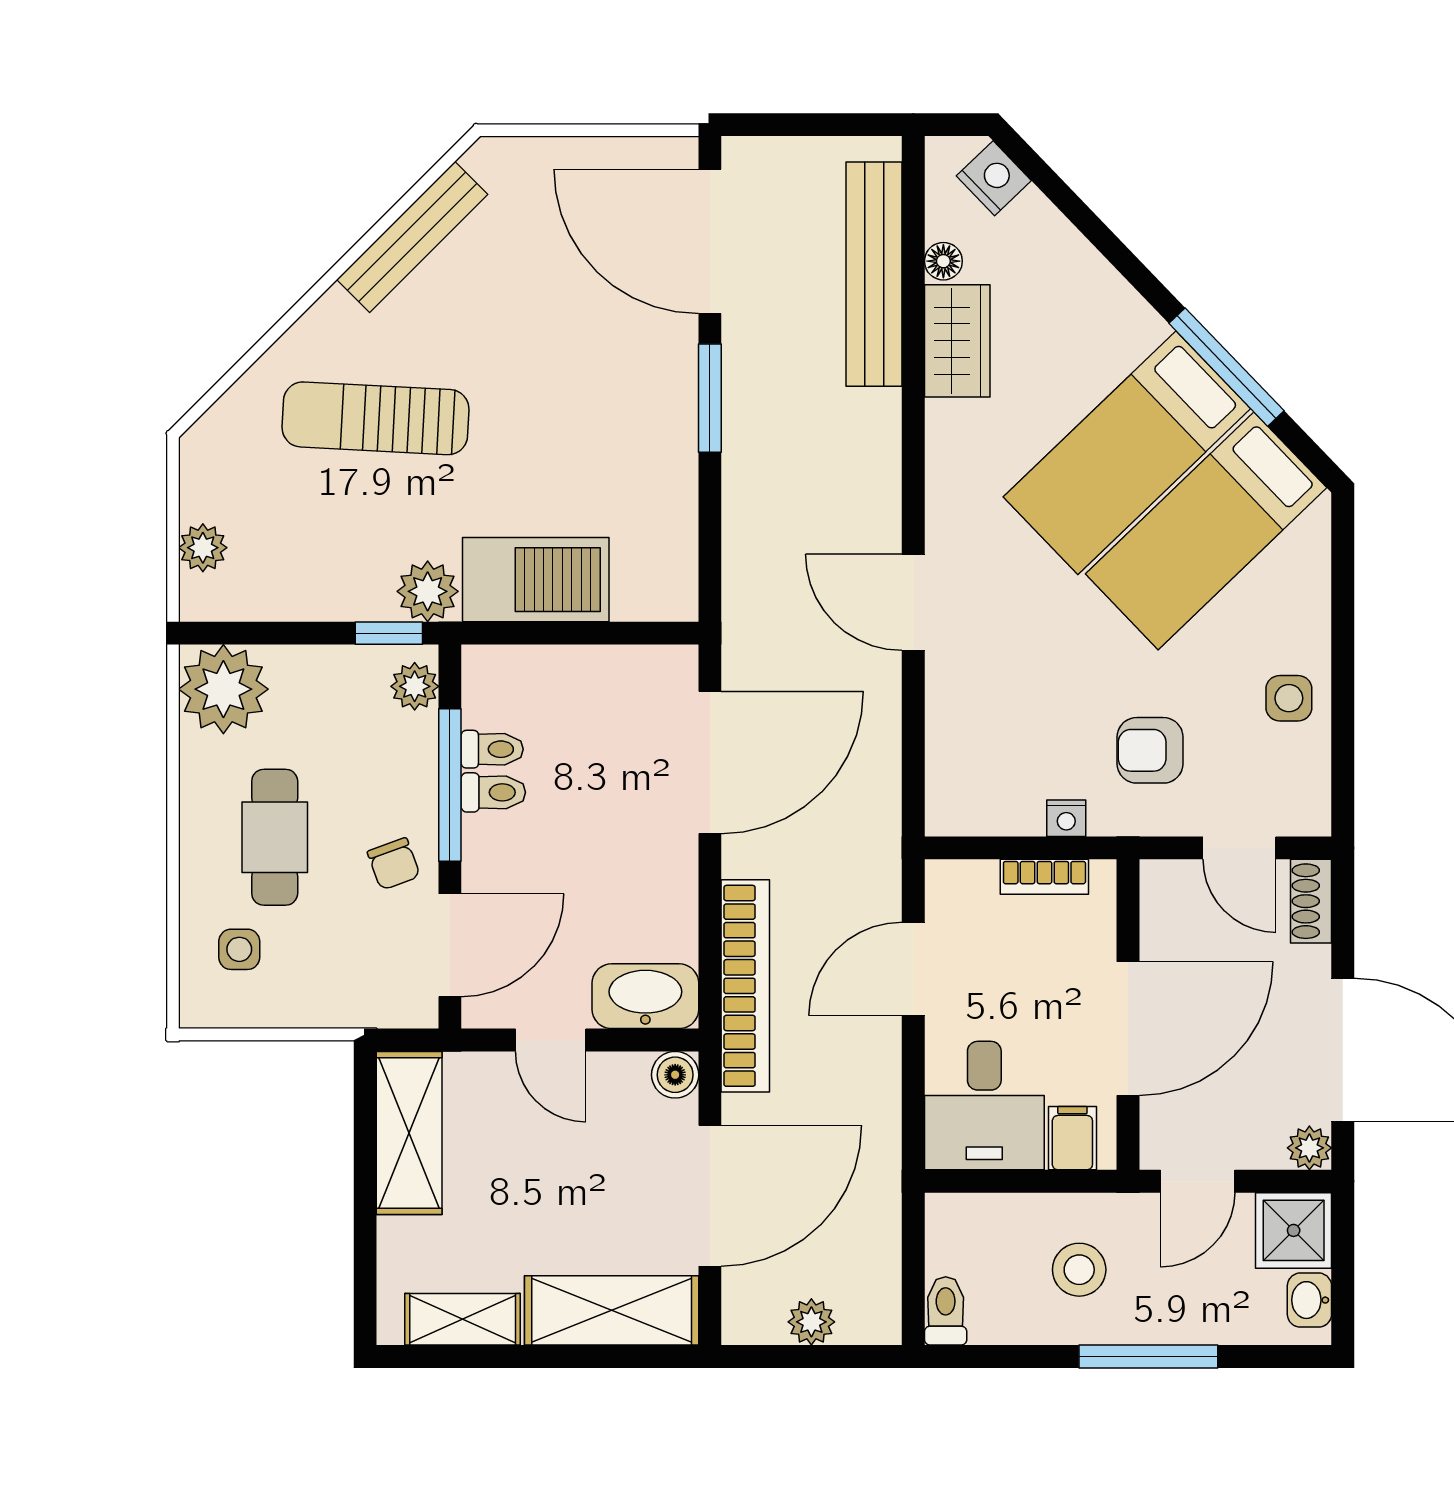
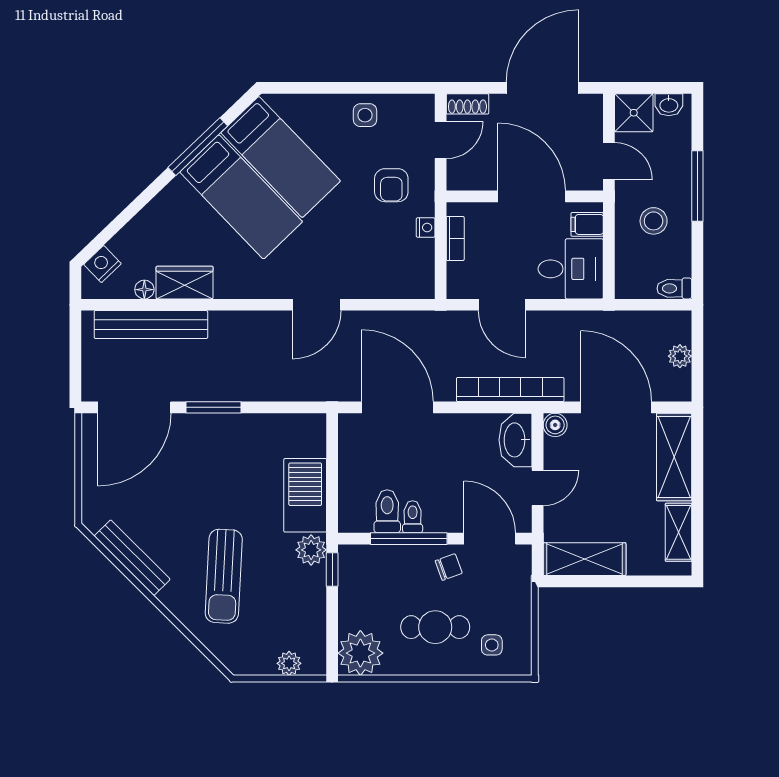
plant: (415, 686) -> (359, 556), removed
toilet: (492, 749) -> (387, 511), width x1.37, depth x1.39
plant: (1309, 1148) -> (592, 105), removed

